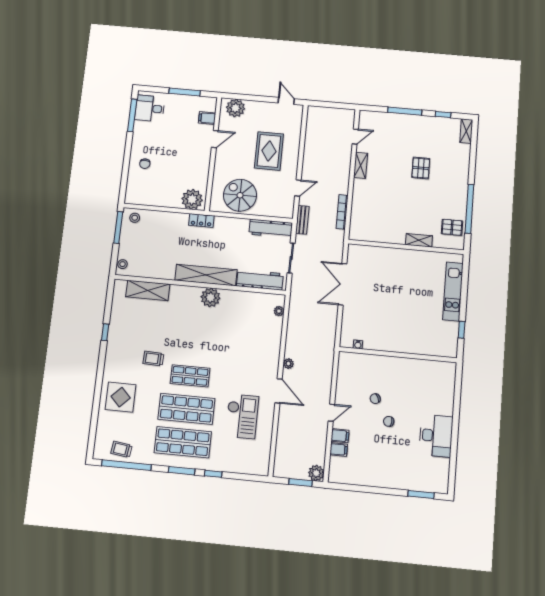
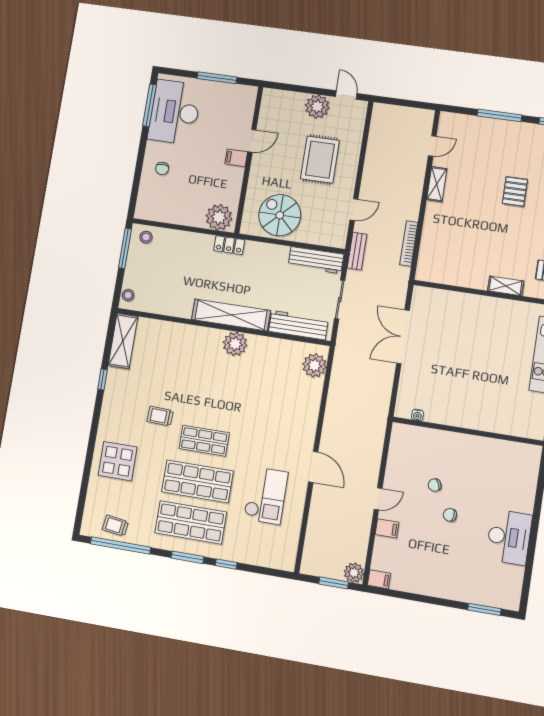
desk: (150, 108) -> (175, 112), width x1.87, depth x1.30
plant: (235, 108) -> (317, 107), moved
filing cabinet: (207, 118) -> (236, 158), moved
shelving: (148, 290) -> (123, 341), moved, turned 90
plant: (279, 311) -> (314, 365), width x1.88, depth x1.88
plant: (288, 364) -> (328, 433), removed
filing cabinet: (339, 450) -> (379, 579), moved

